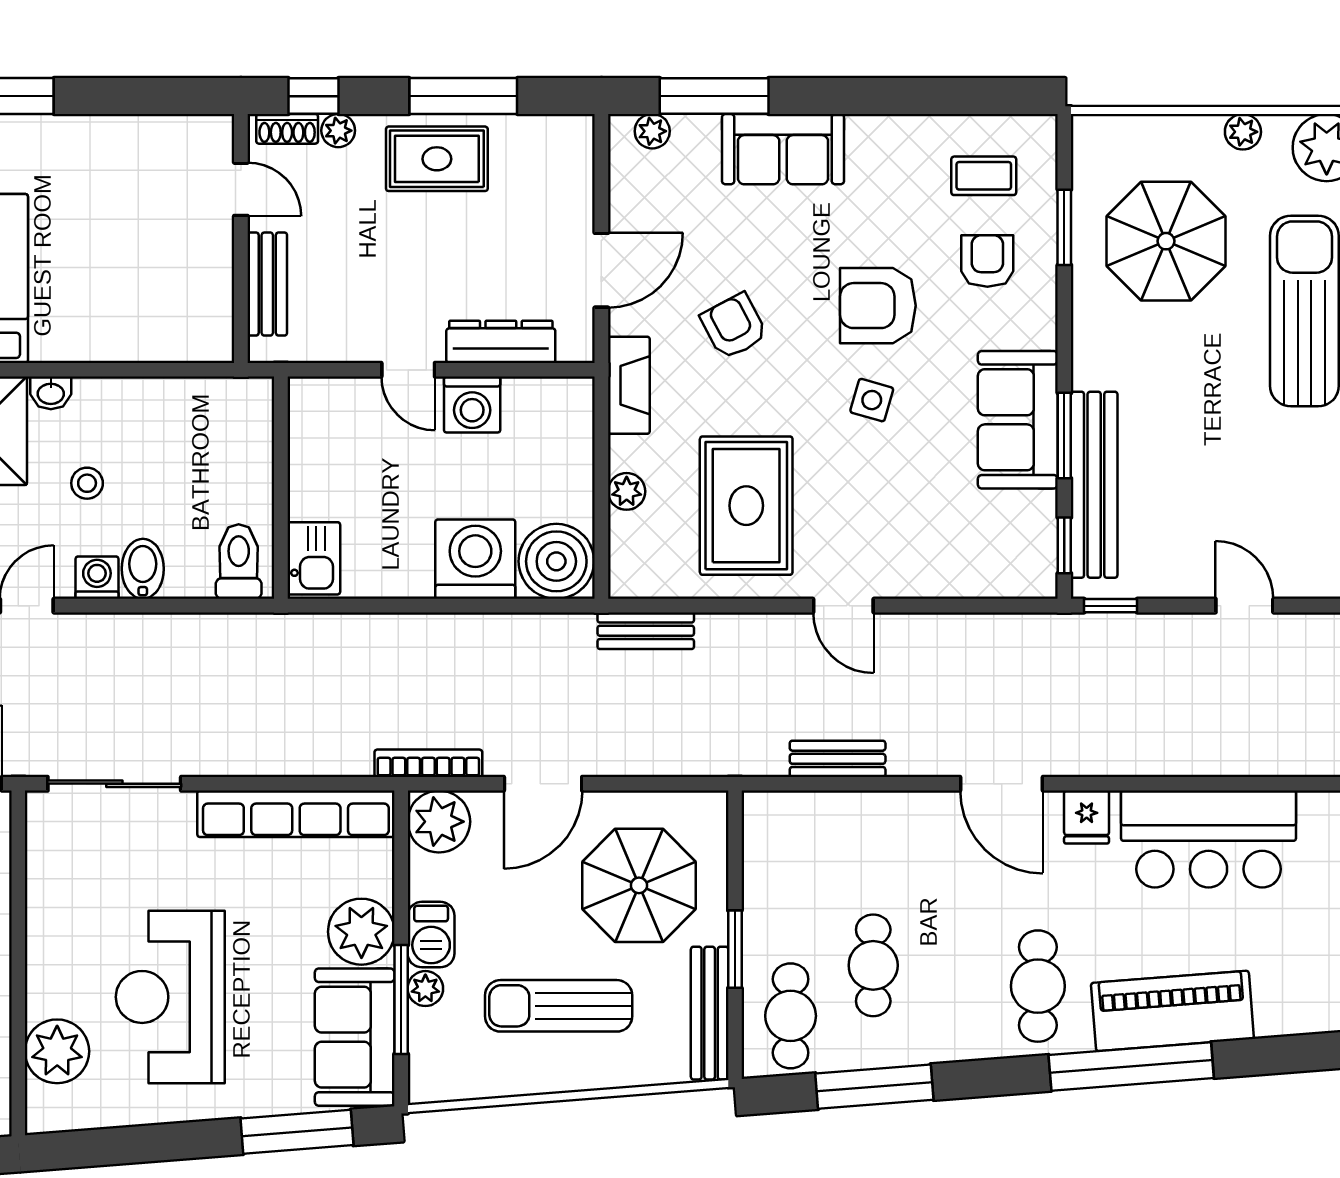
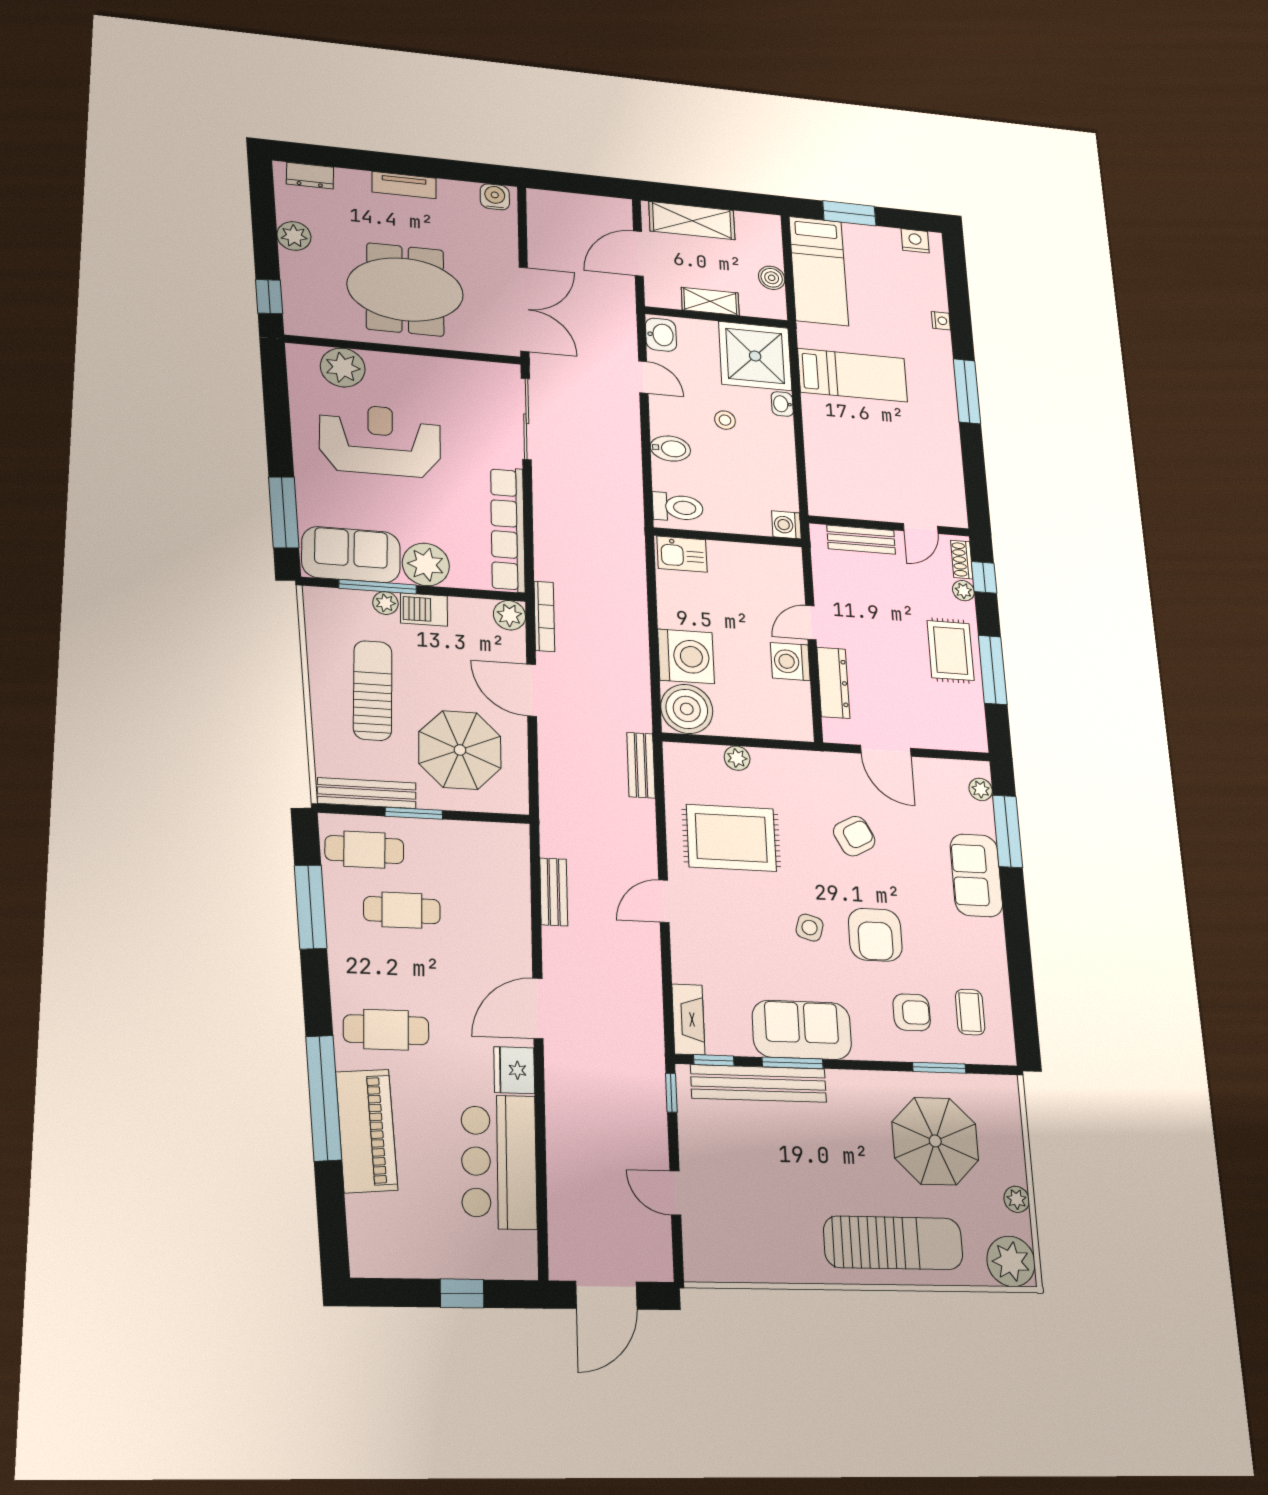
armchair: (878, 306) -> (875, 935), turned 180
fireplace: (629, 385) -> (688, 1019), moved, turned -90
washing machine: (97, 578) -> (786, 525), moved, turned 180
door: (1244, 606) -> (675, 1193), swing flipped
fridge: (1087, 817) -> (514, 1070), width x1.38
plant: (439, 822) -> (510, 615), width x0.73, depth x0.73

